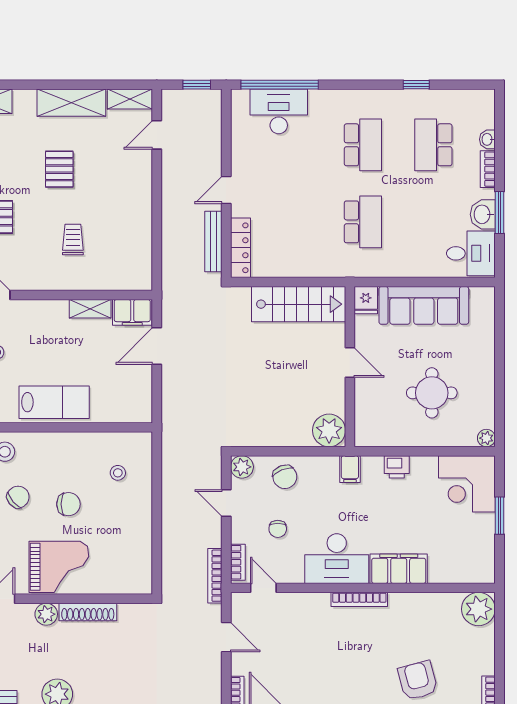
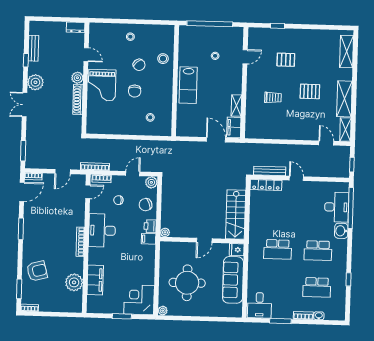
school desk: (433, 145) -> (317, 287), turned 180
washbasin: (483, 214) -> (341, 231), moved, turned -90
round table: (432, 393) -> (187, 283), width x1.36, depth x1.36
plant: (329, 430) -> (165, 232), width x0.53, depth x0.53
printer: (397, 467) -> (150, 226), moved
filing cabinet: (399, 569) -> (95, 280), moved
plant: (478, 609) -> (74, 282), moved

